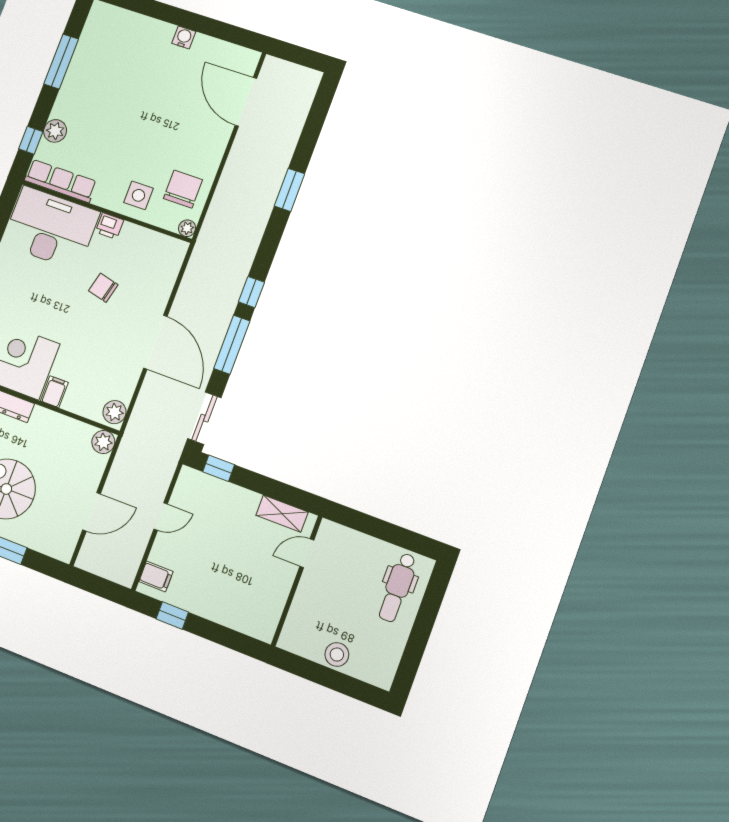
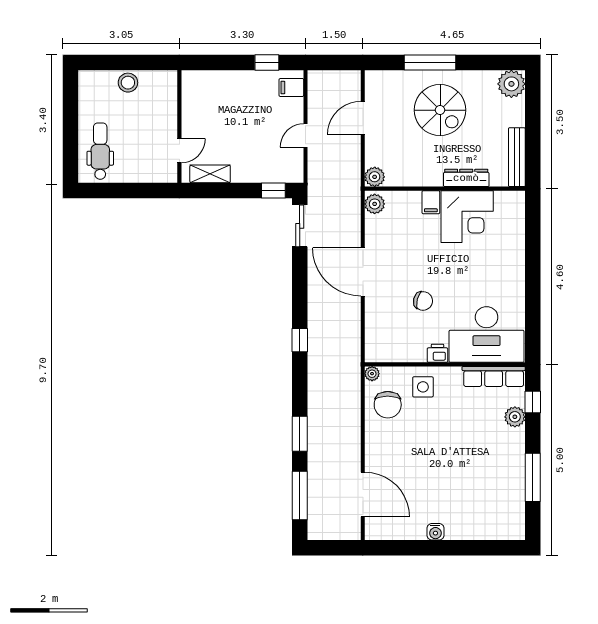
window: (232, 345) -> (300, 496), moved

